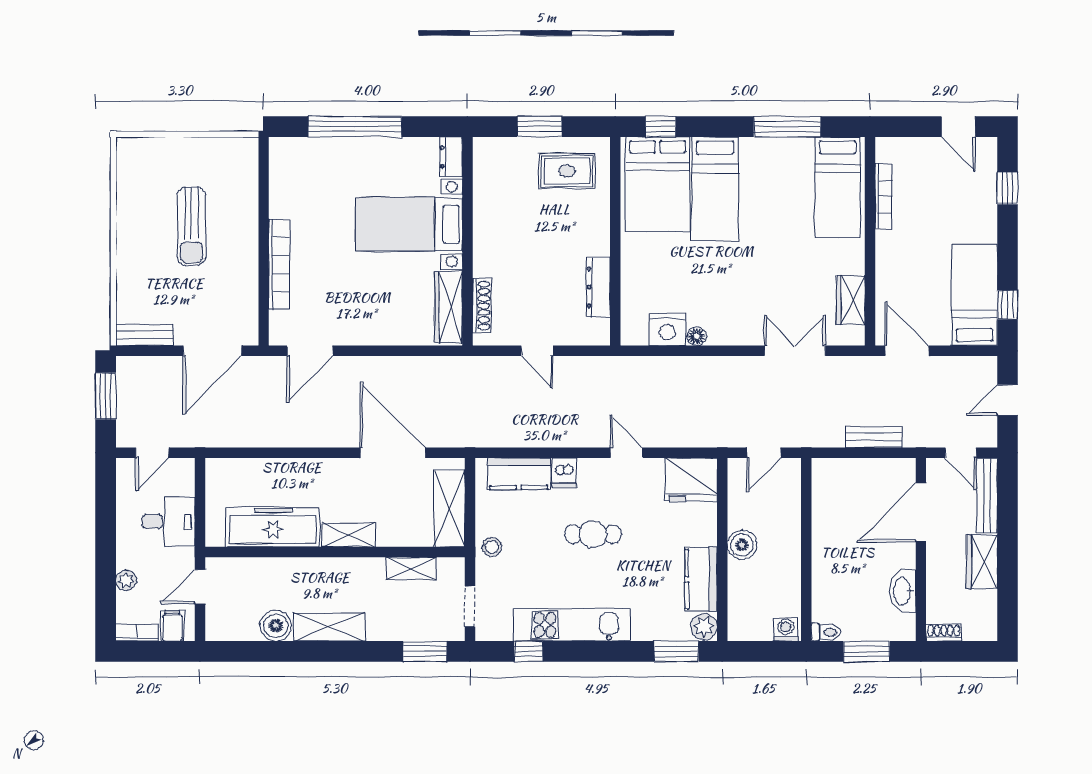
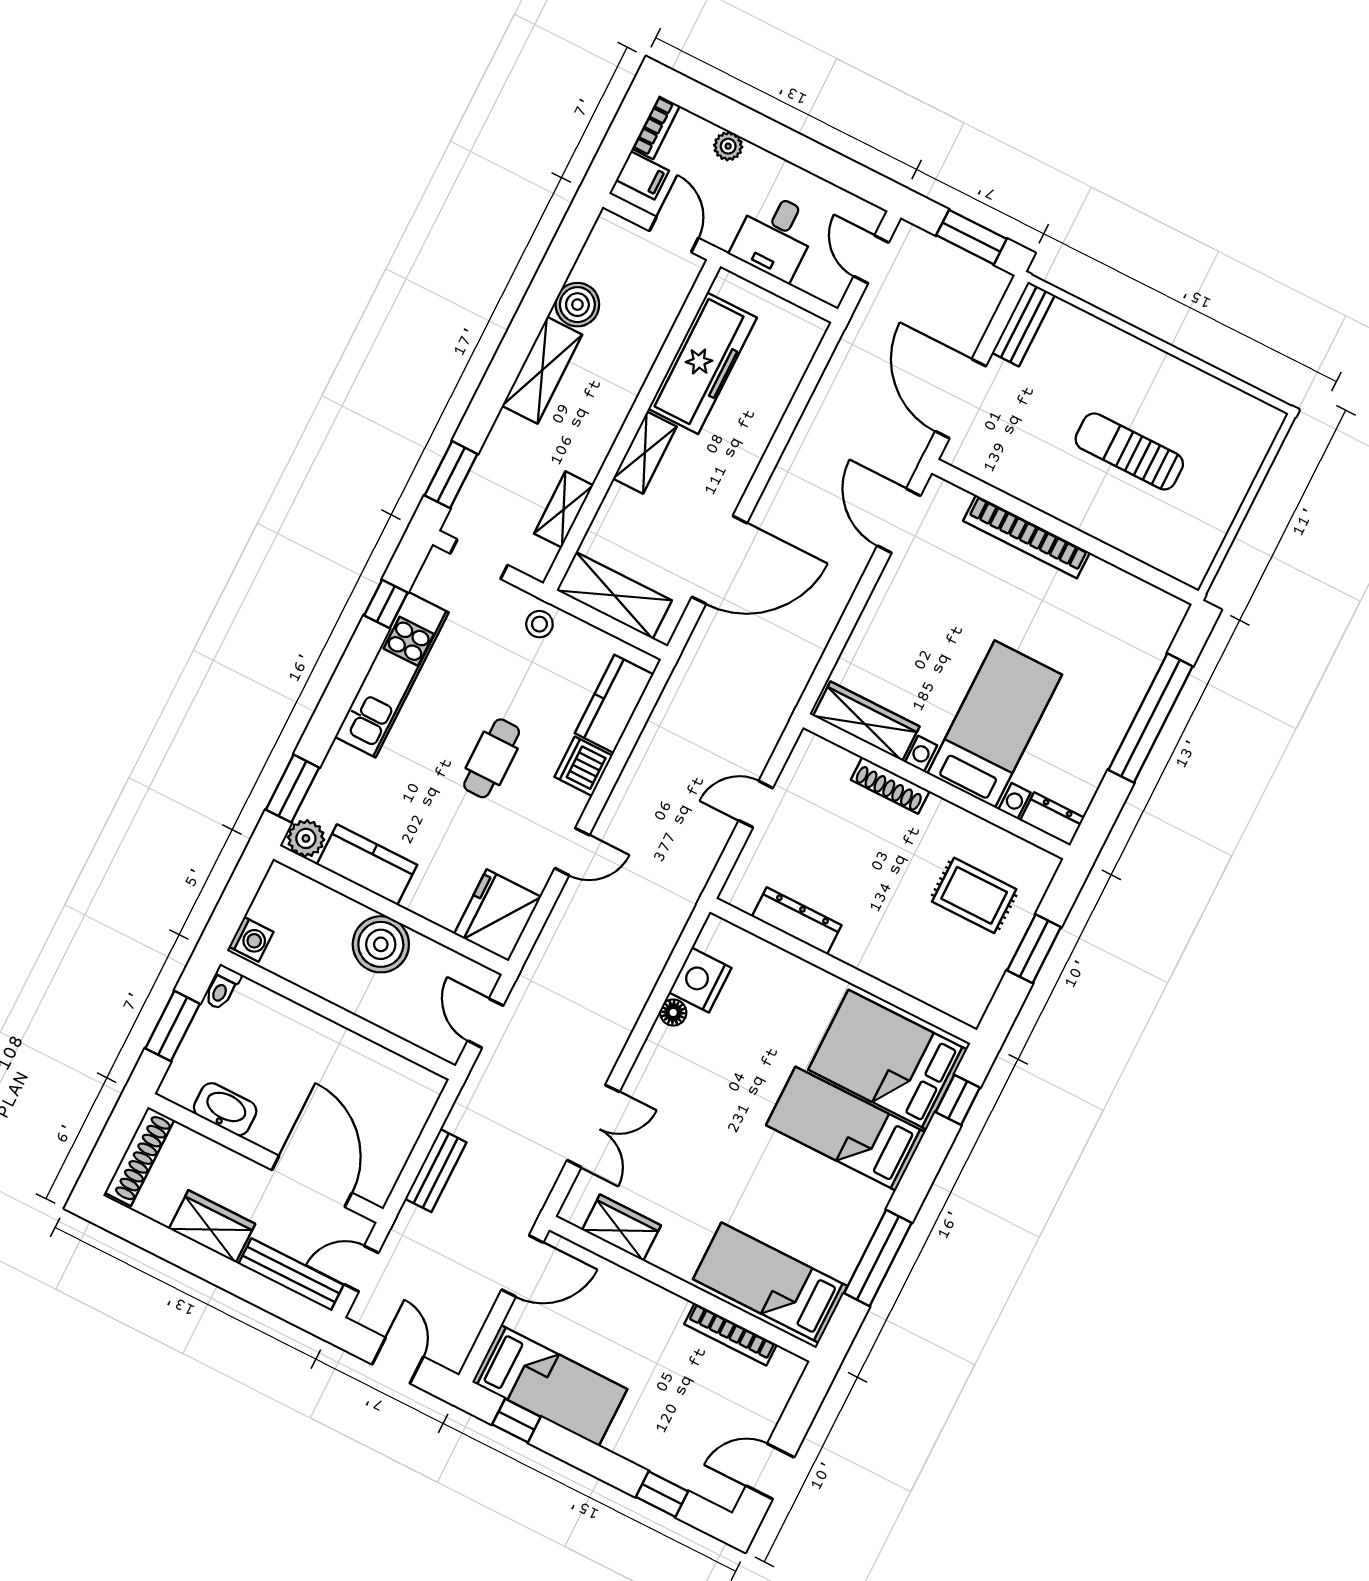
rug: (567, 171) -> (974, 895), moved, turned 90
shoe rack: (482, 306) -> (890, 785), moved
dishwasher: (564, 473) -> (583, 766), width x1.38
boiler: (742, 545) -> (381, 944), width x1.37, depth x1.37
shoe rack: (944, 633) -> (139, 1156), width x1.94, depth x1.24

